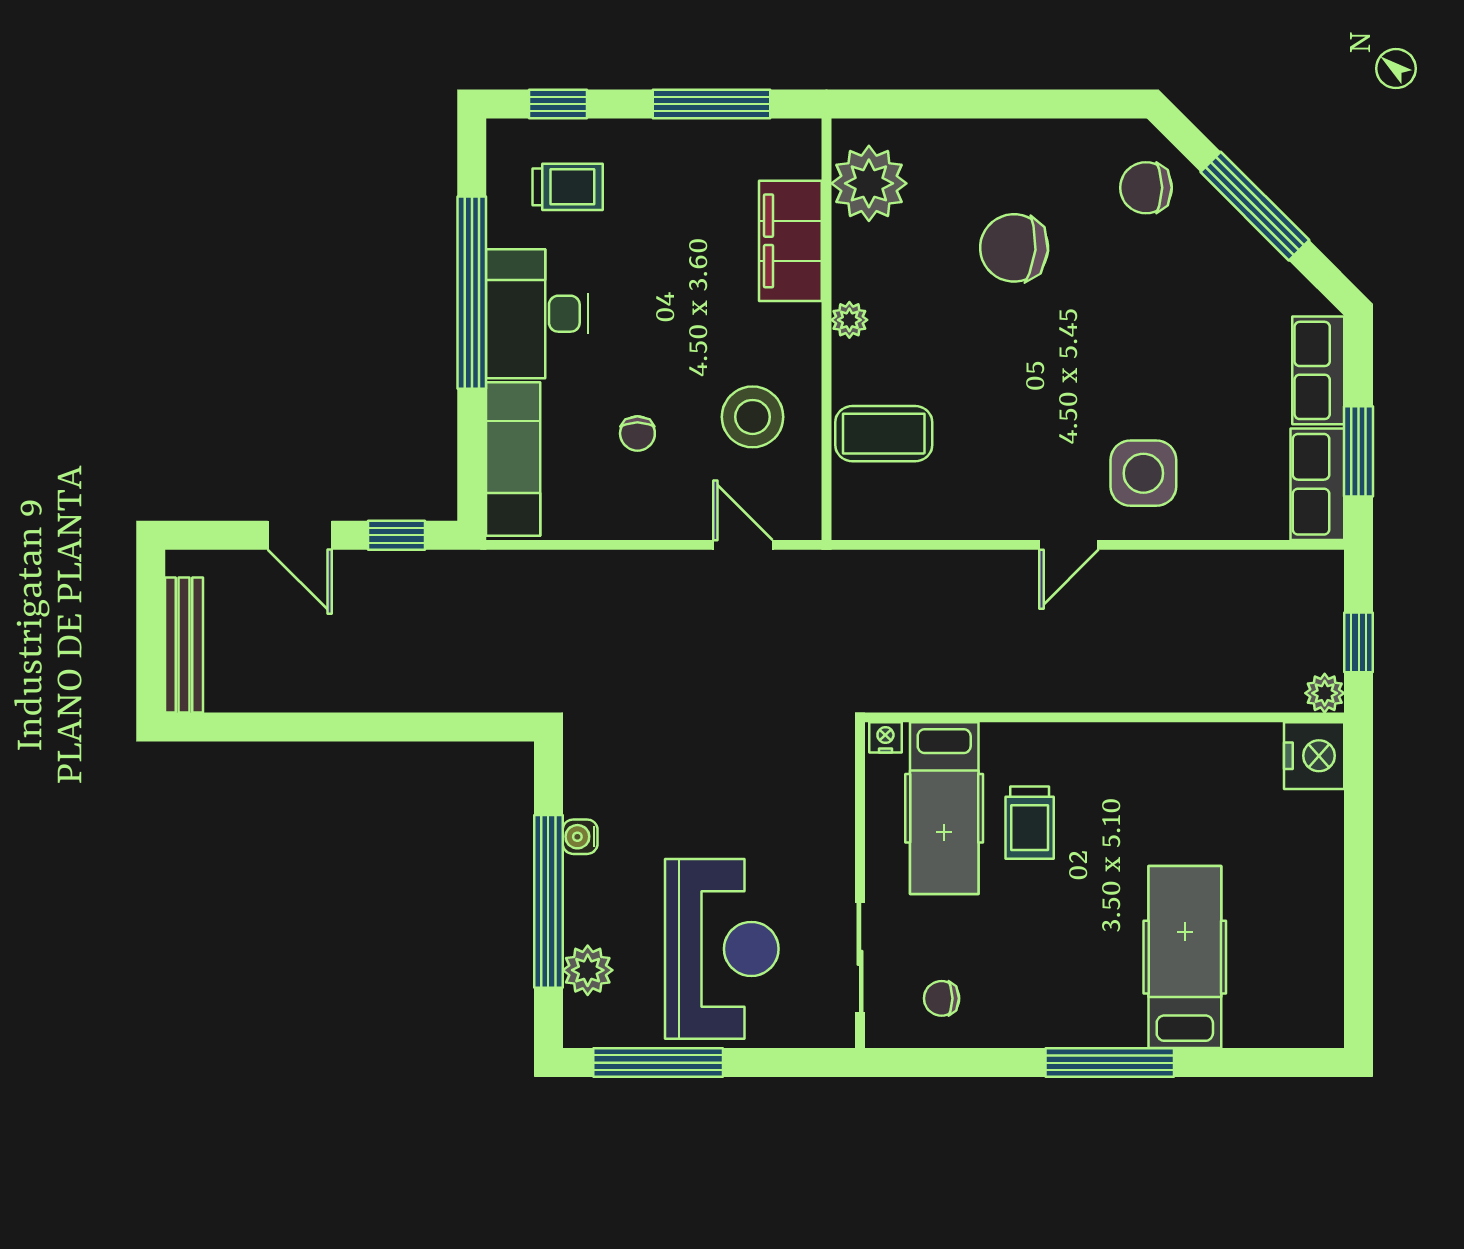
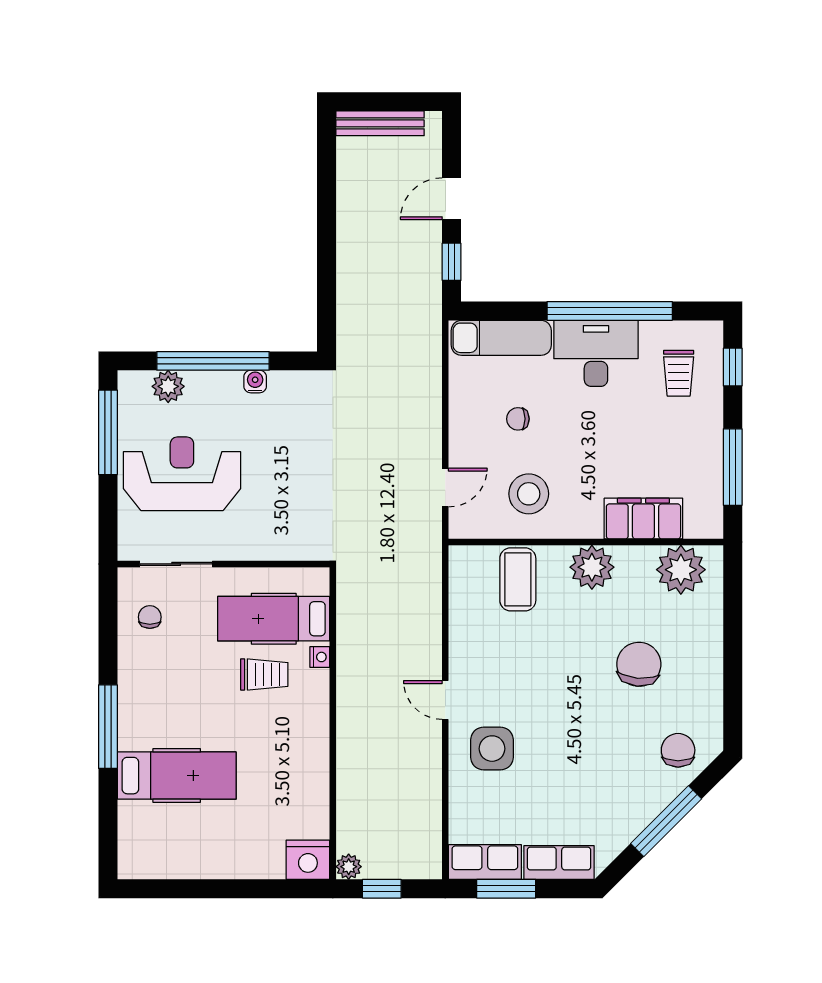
plant: (849, 320) -> (592, 567), width x1.88, depth x1.88
nightstand: (885, 737) -> (320, 657), moved
trolley: (1030, 823) -> (264, 674), turned 180
reception desk: (722, 949) -> (182, 474), turned 180

